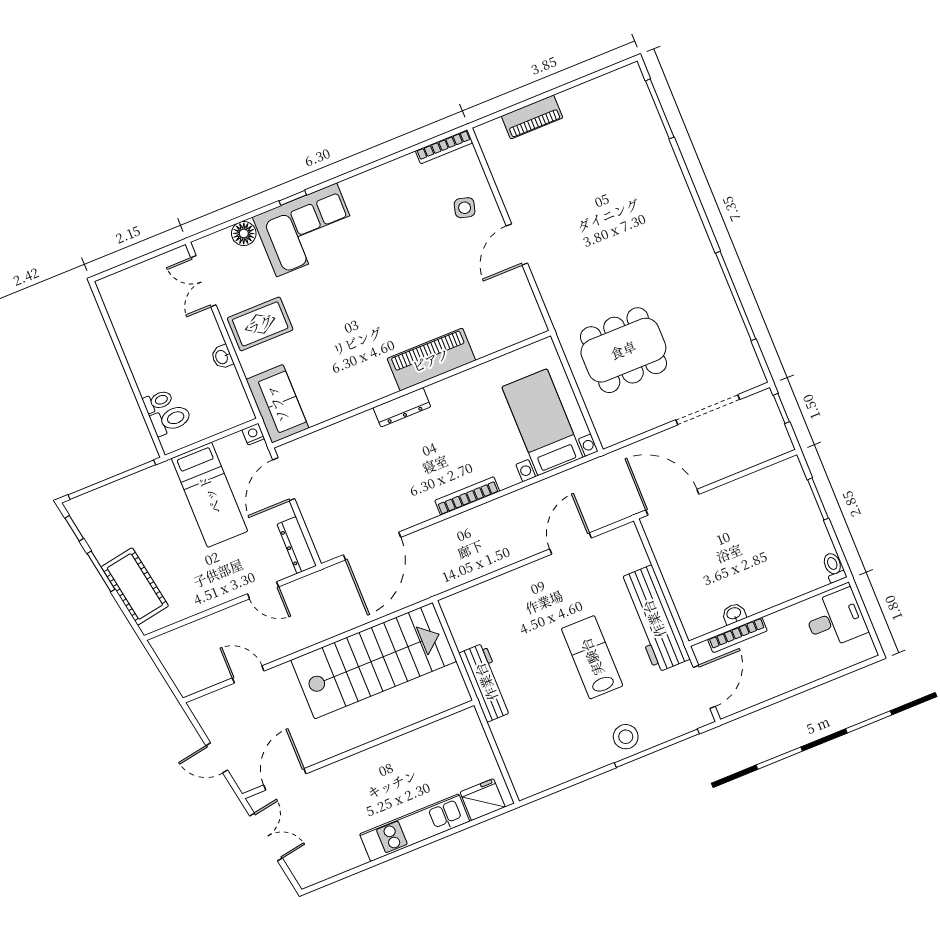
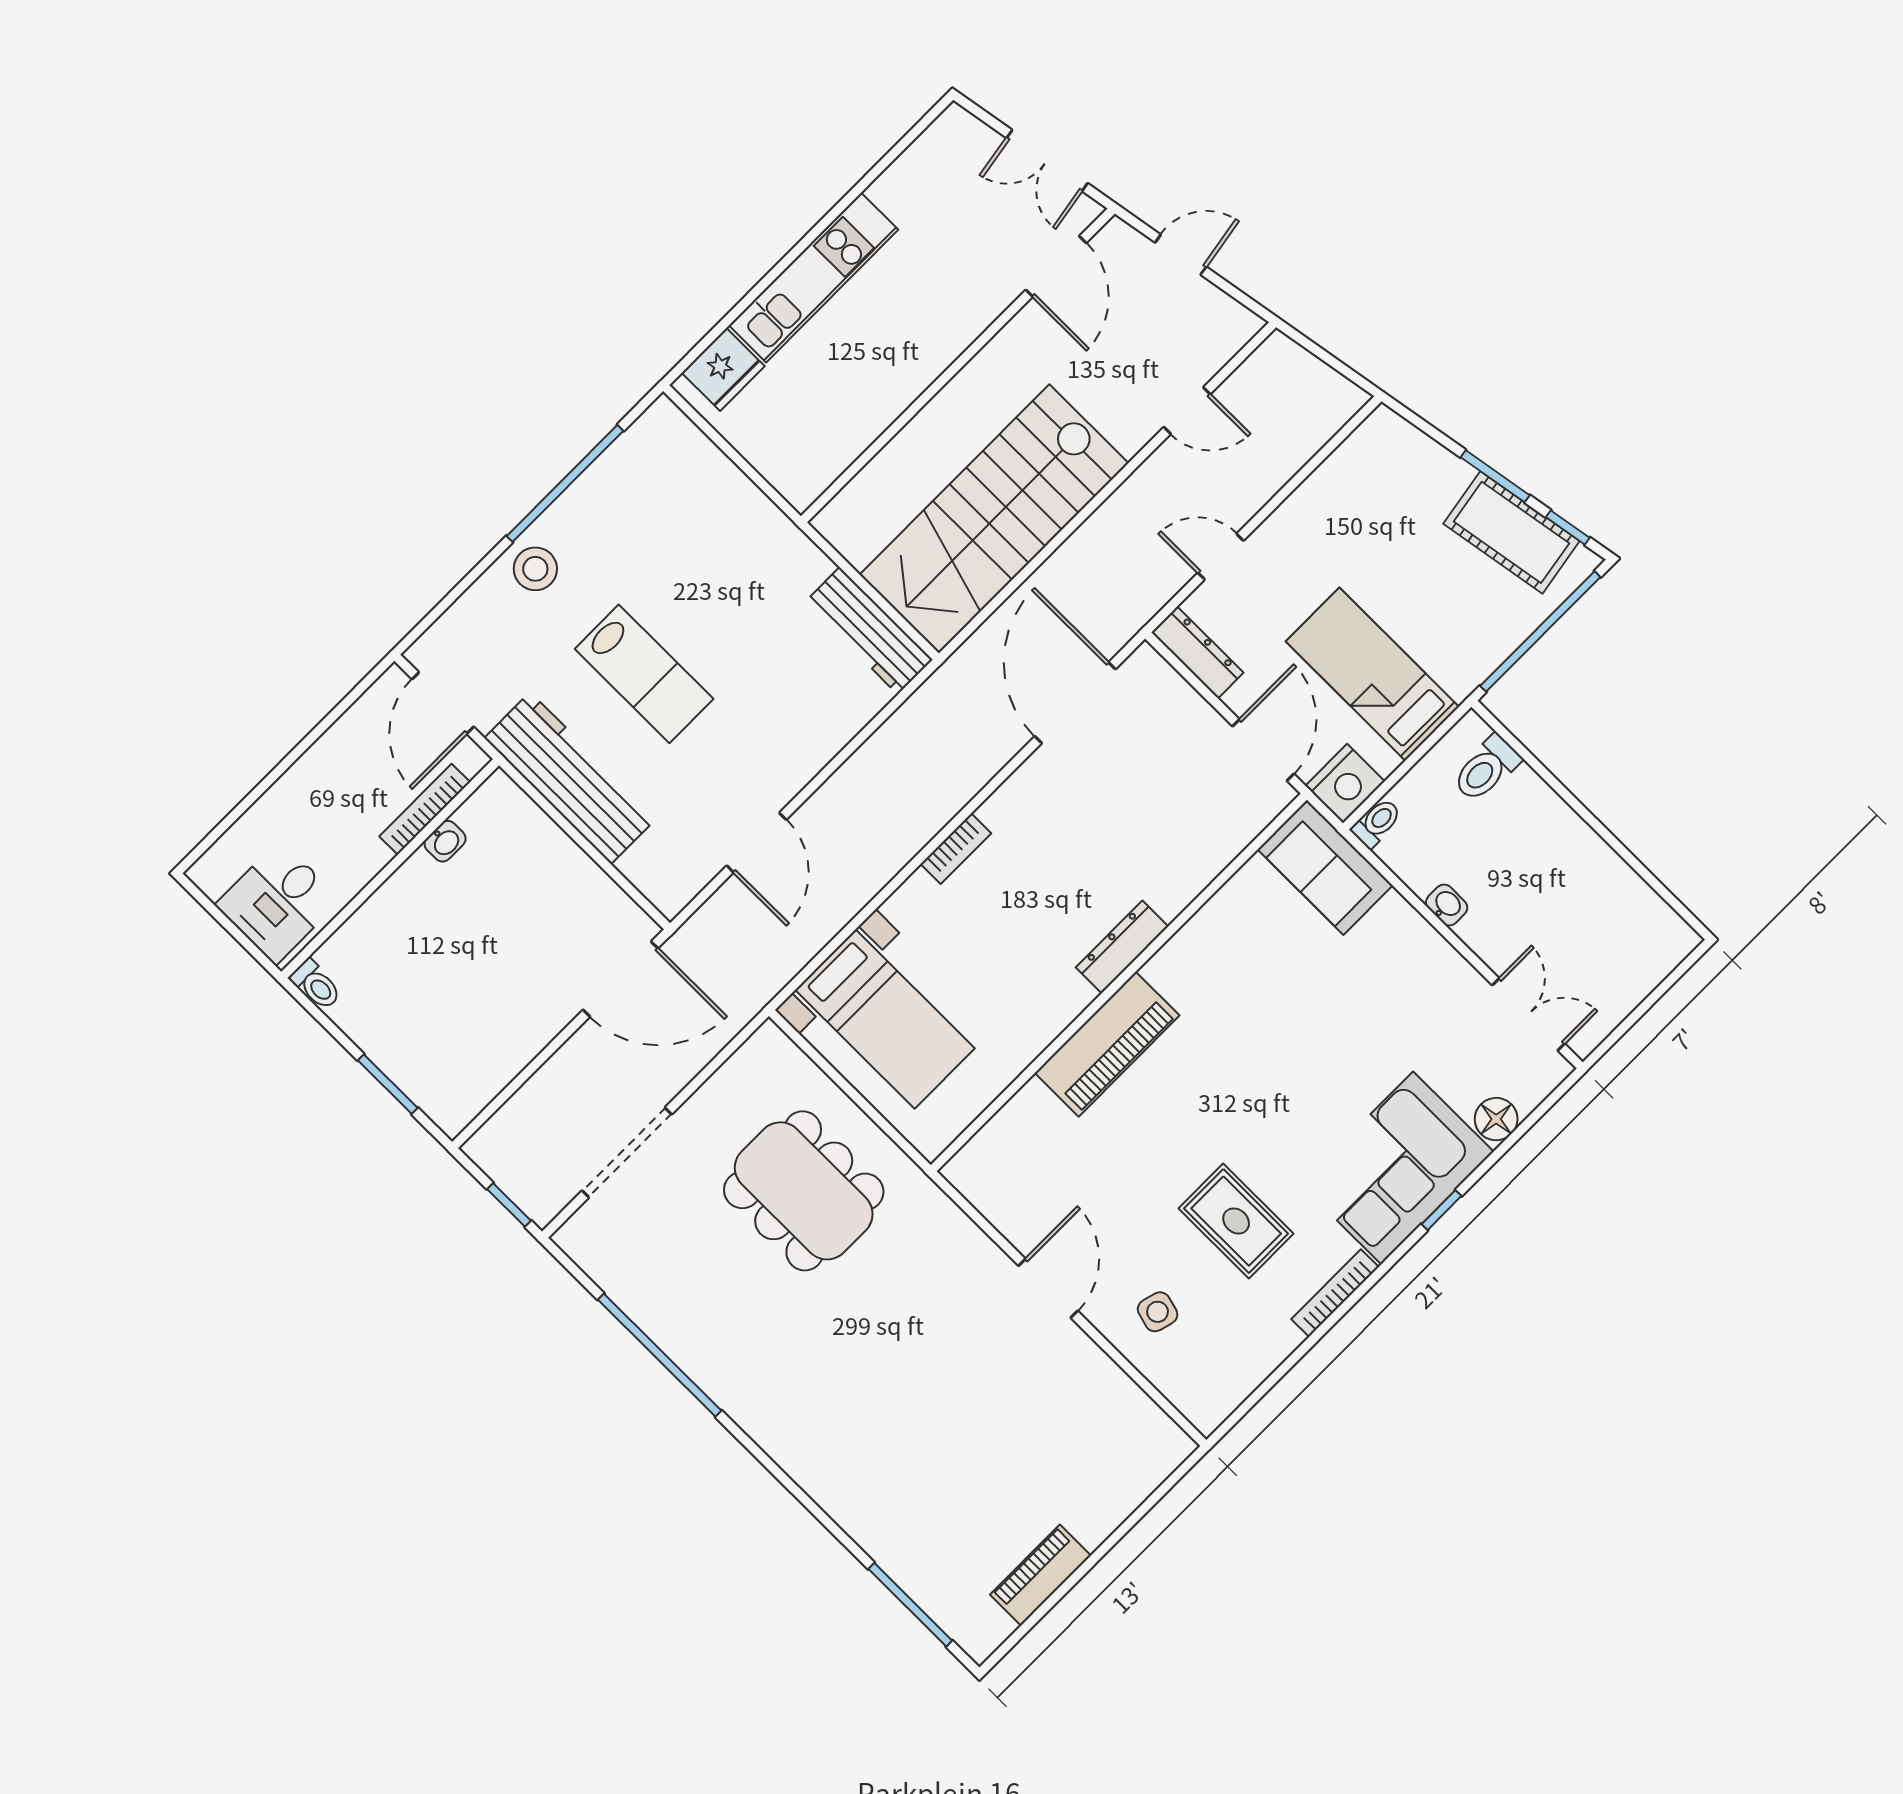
piano: (532, 117) -> (1040, 1575), moved
bookcase: (444, 147) -> (1335, 1293), moved
rug: (260, 324) -> (1236, 1221), moved, turned 90
dining table: (623, 350) -> (804, 1191), turned 90
toilet: (158, 401) -> (1377, 823), moved, turned 180
nightstand: (253, 434) -> (1345, 784), width x1.89, depth x1.79
bookcase: (467, 496) -> (956, 849), width x0.64
cot: (135, 586) -> (1511, 532), moved
workbench: (486, 682) -> (869, 631), moved
window: (657, 748) -> (565, 483), moved

